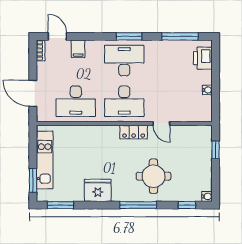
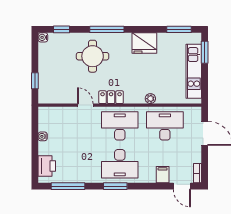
plant: (91, 131) -> (150, 99), added

